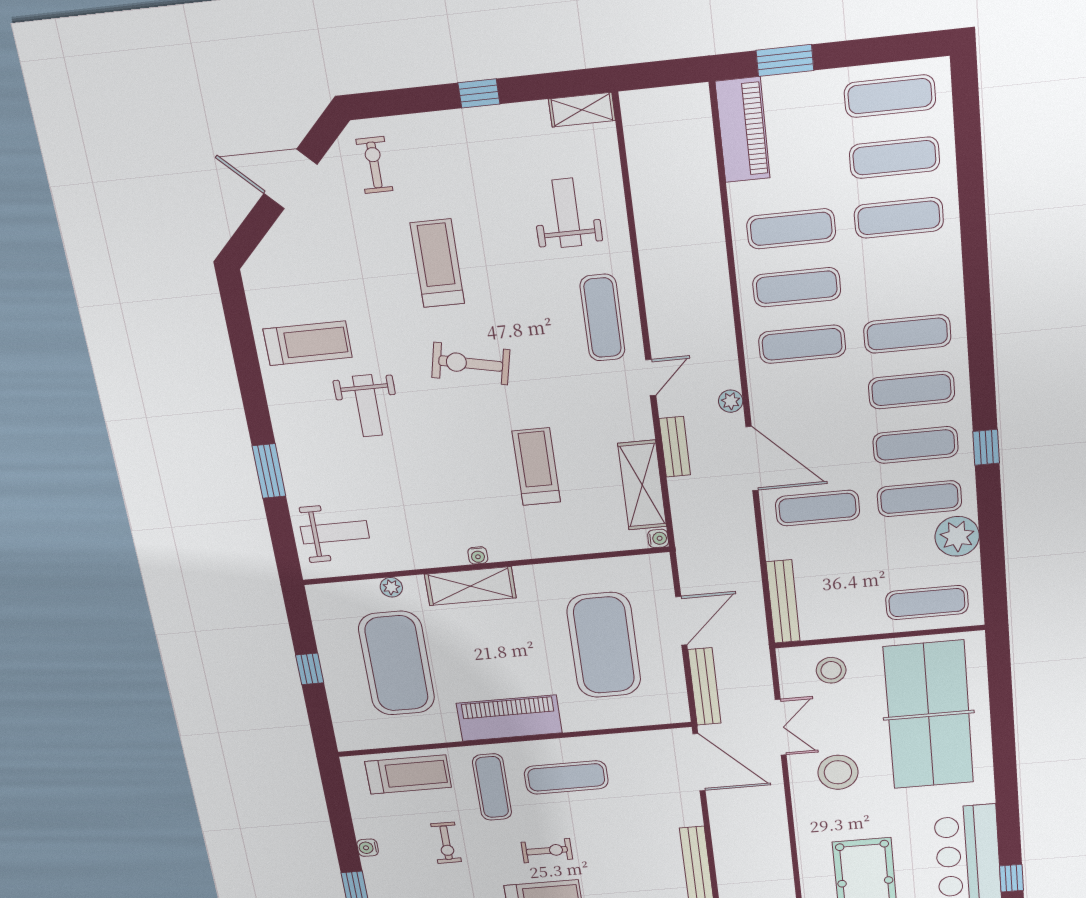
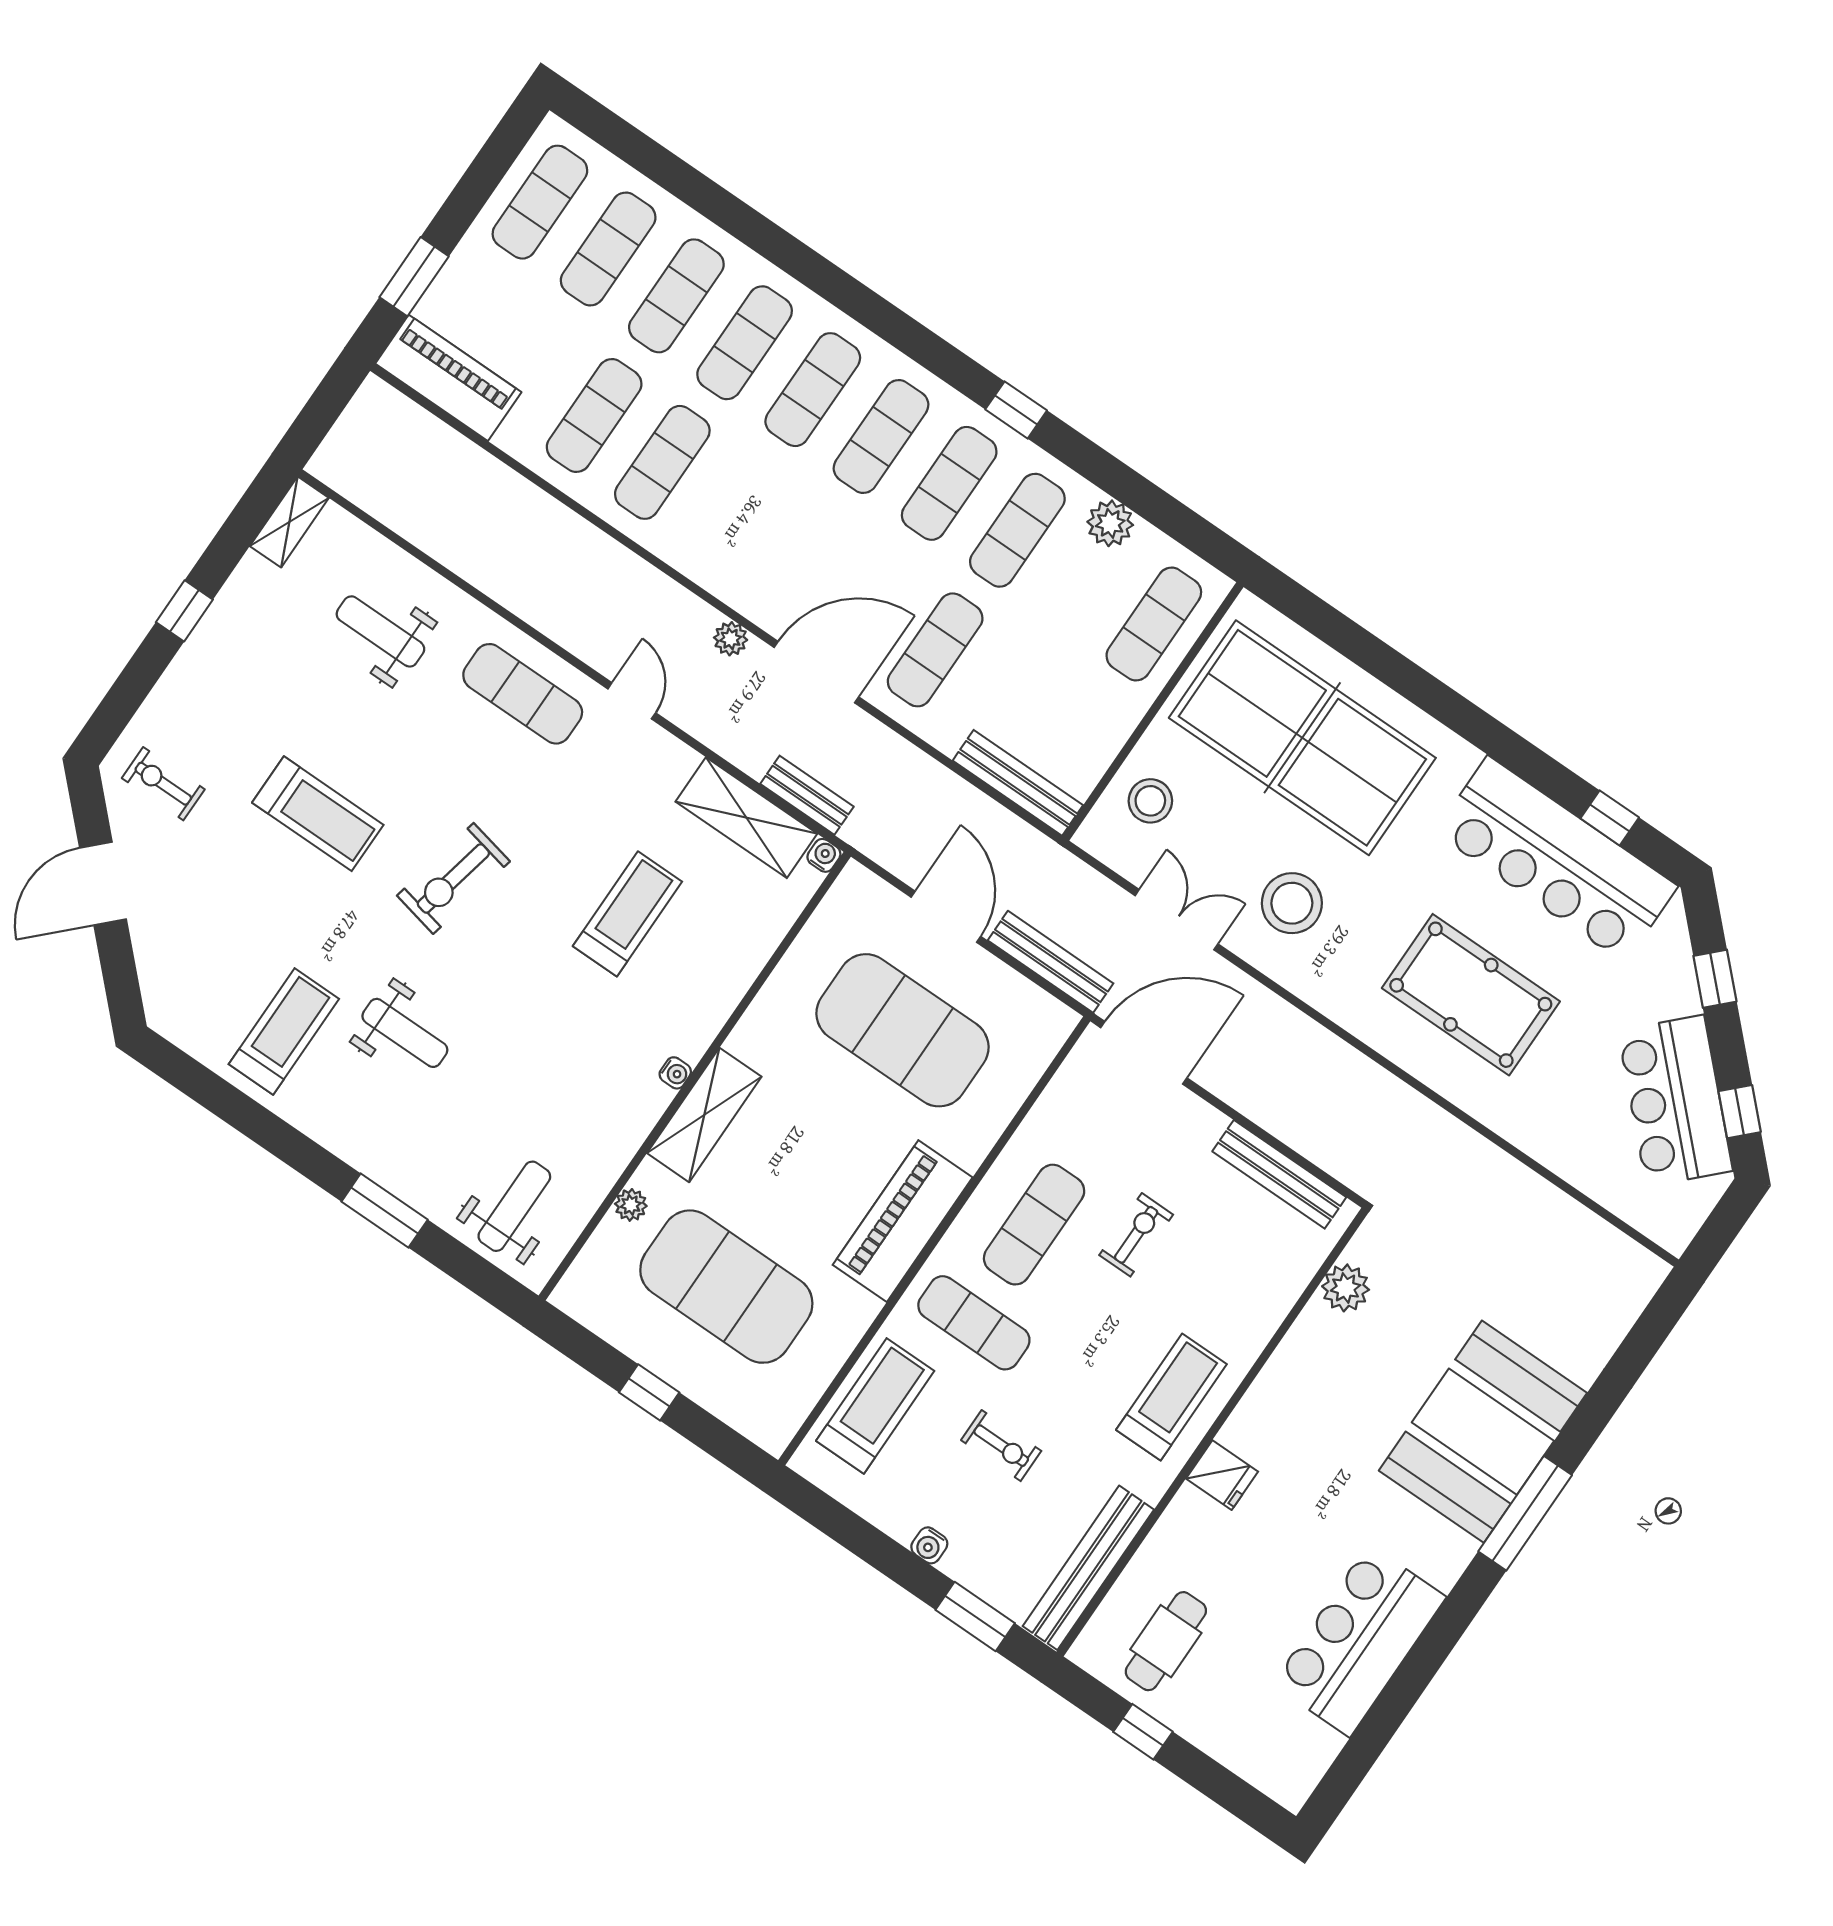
treadmill: (437, 263) -> (318, 814), turned 180
exercise mat: (802, 344) -> (745, 343), moved
bench: (675, 447) -> (807, 795), moved
treadmill: (536, 467) -> (627, 914), turned 90
plant: (957, 536) -> (1110, 523), width x0.73, depth x0.73
exercise bike: (547, 851) -> (1136, 1235), moved

